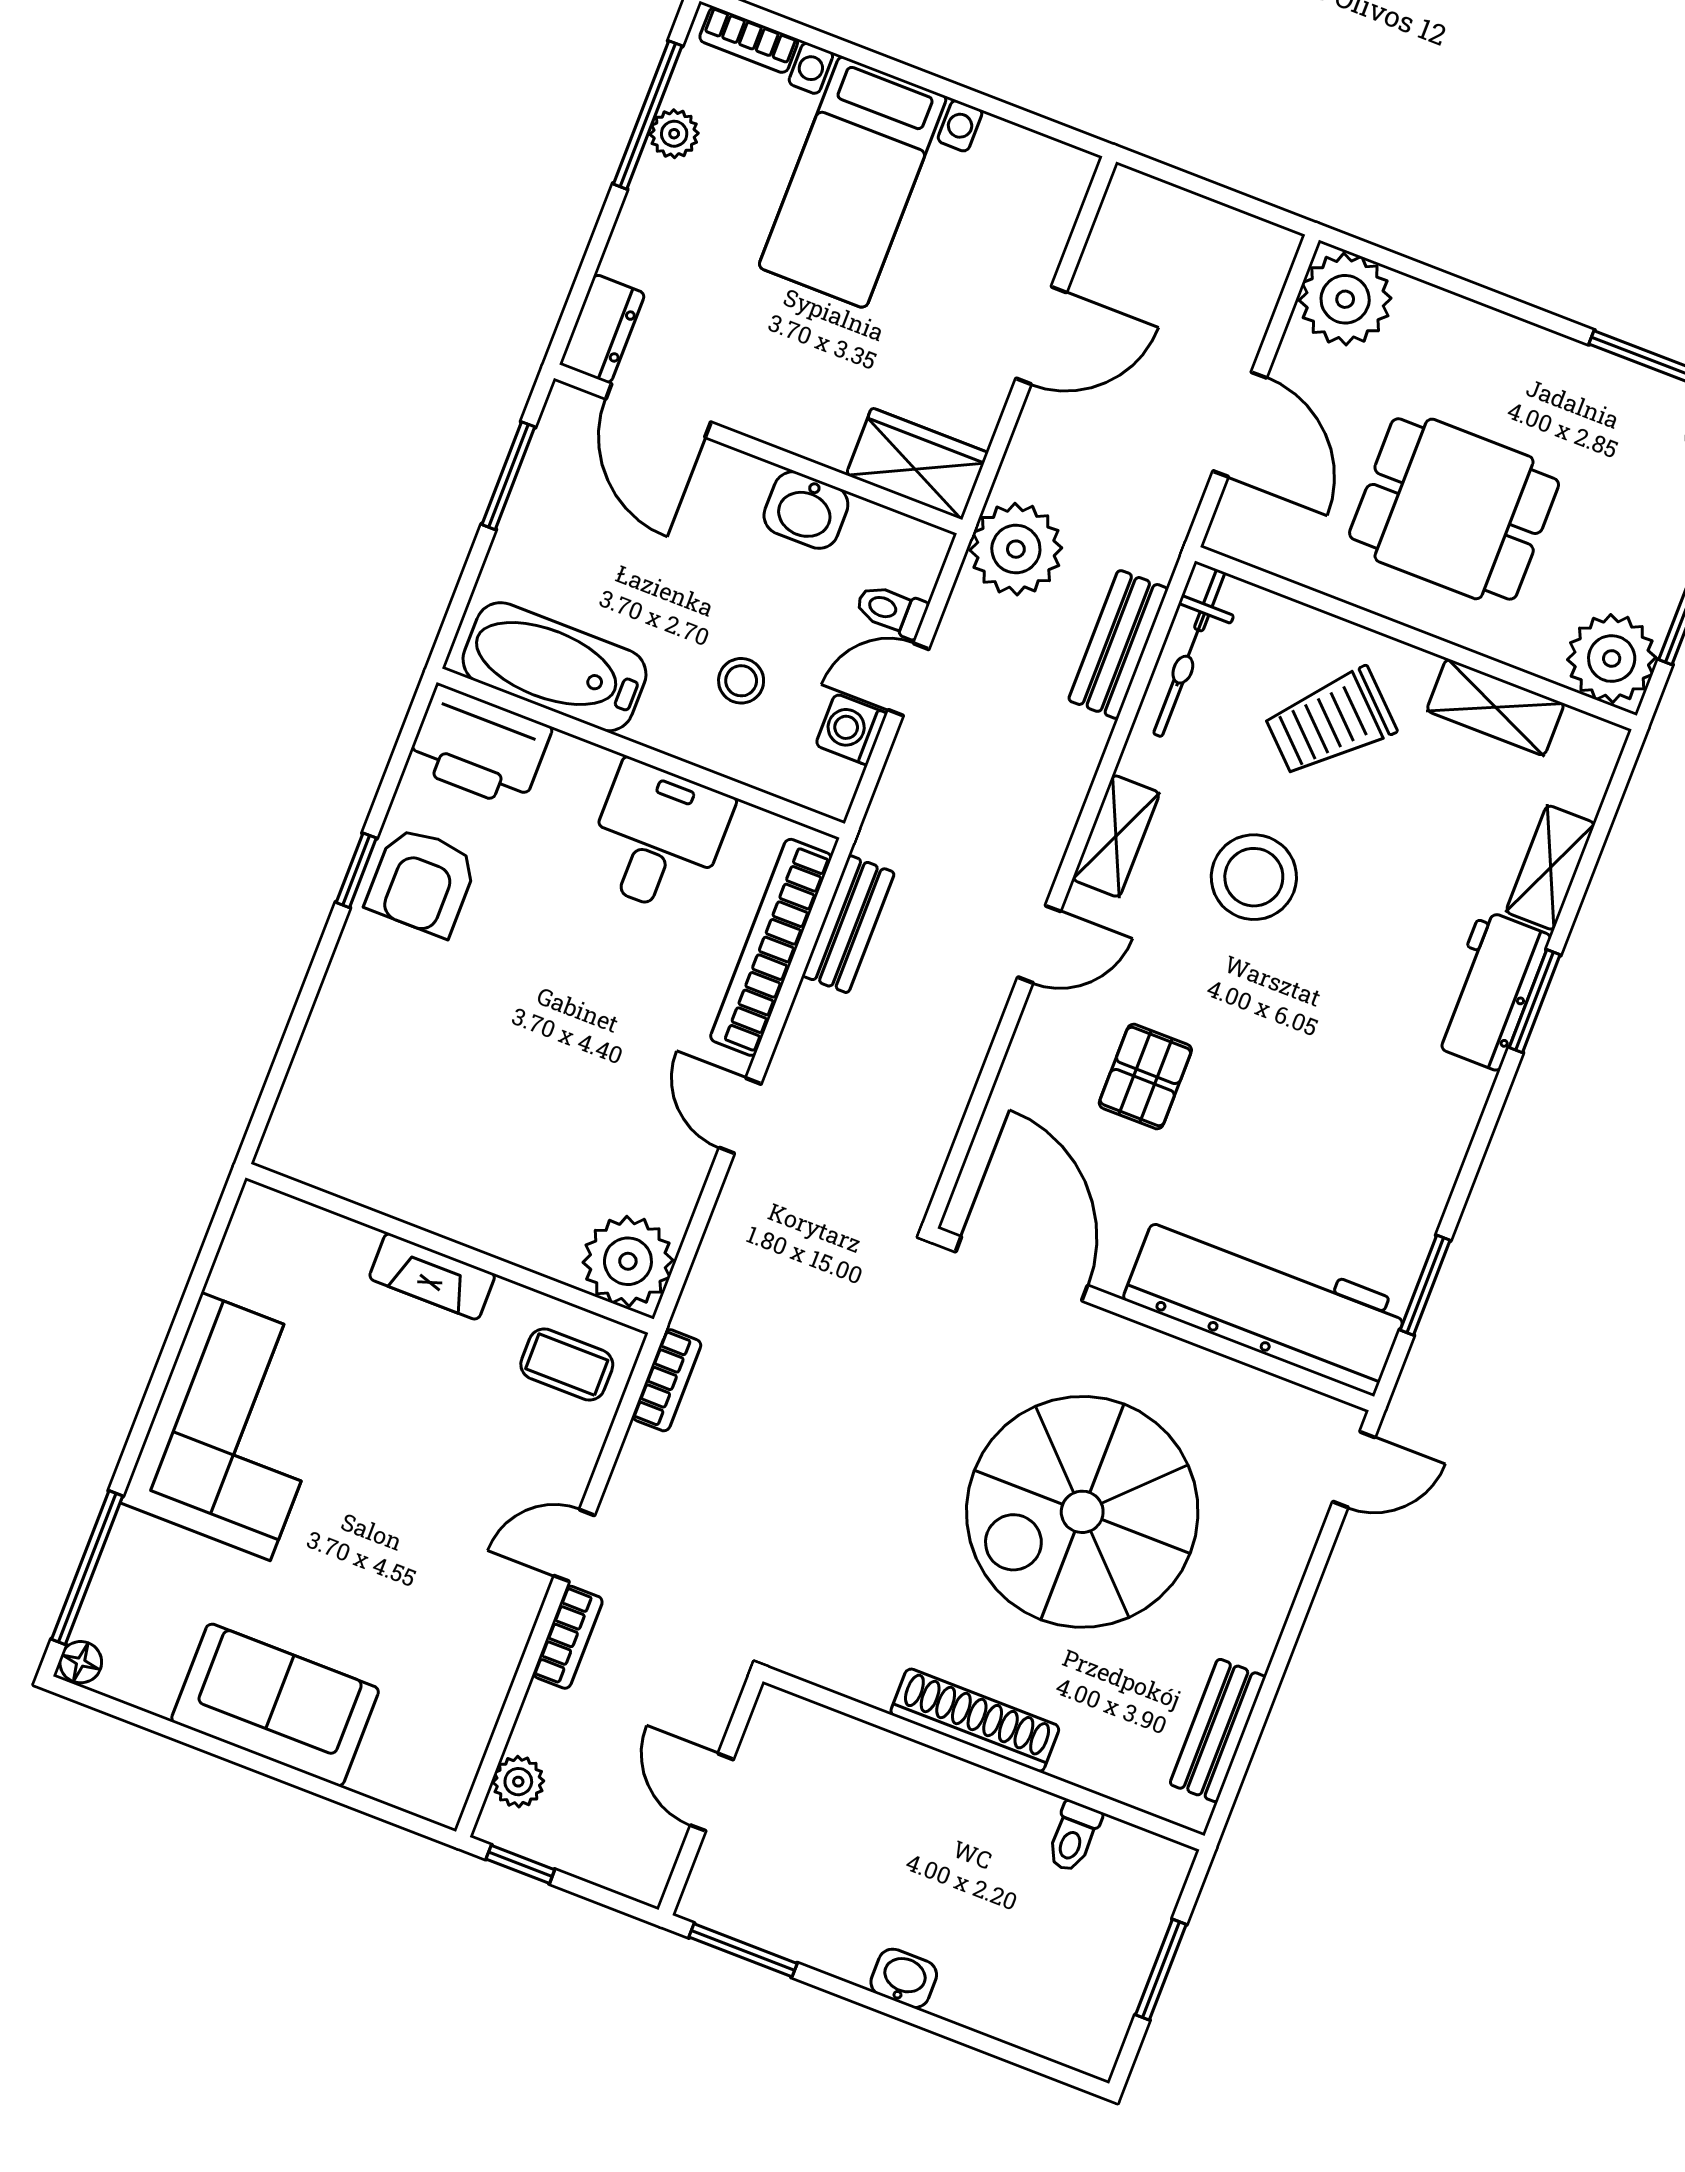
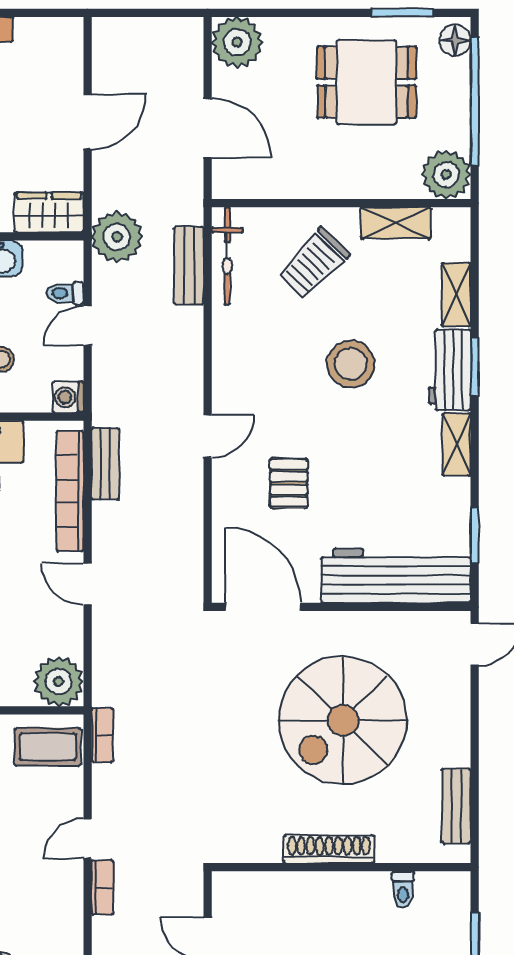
dining table: (1454, 509) -> (366, 82), moved
washing machine: (851, 729) -> (68, 397), moved
shelving: (1116, 836) -> (457, 444), moved
stool: (1254, 877) -> (351, 364), moved
coffee table: (567, 1364) -> (48, 747), width x1.36, depth x1.30

